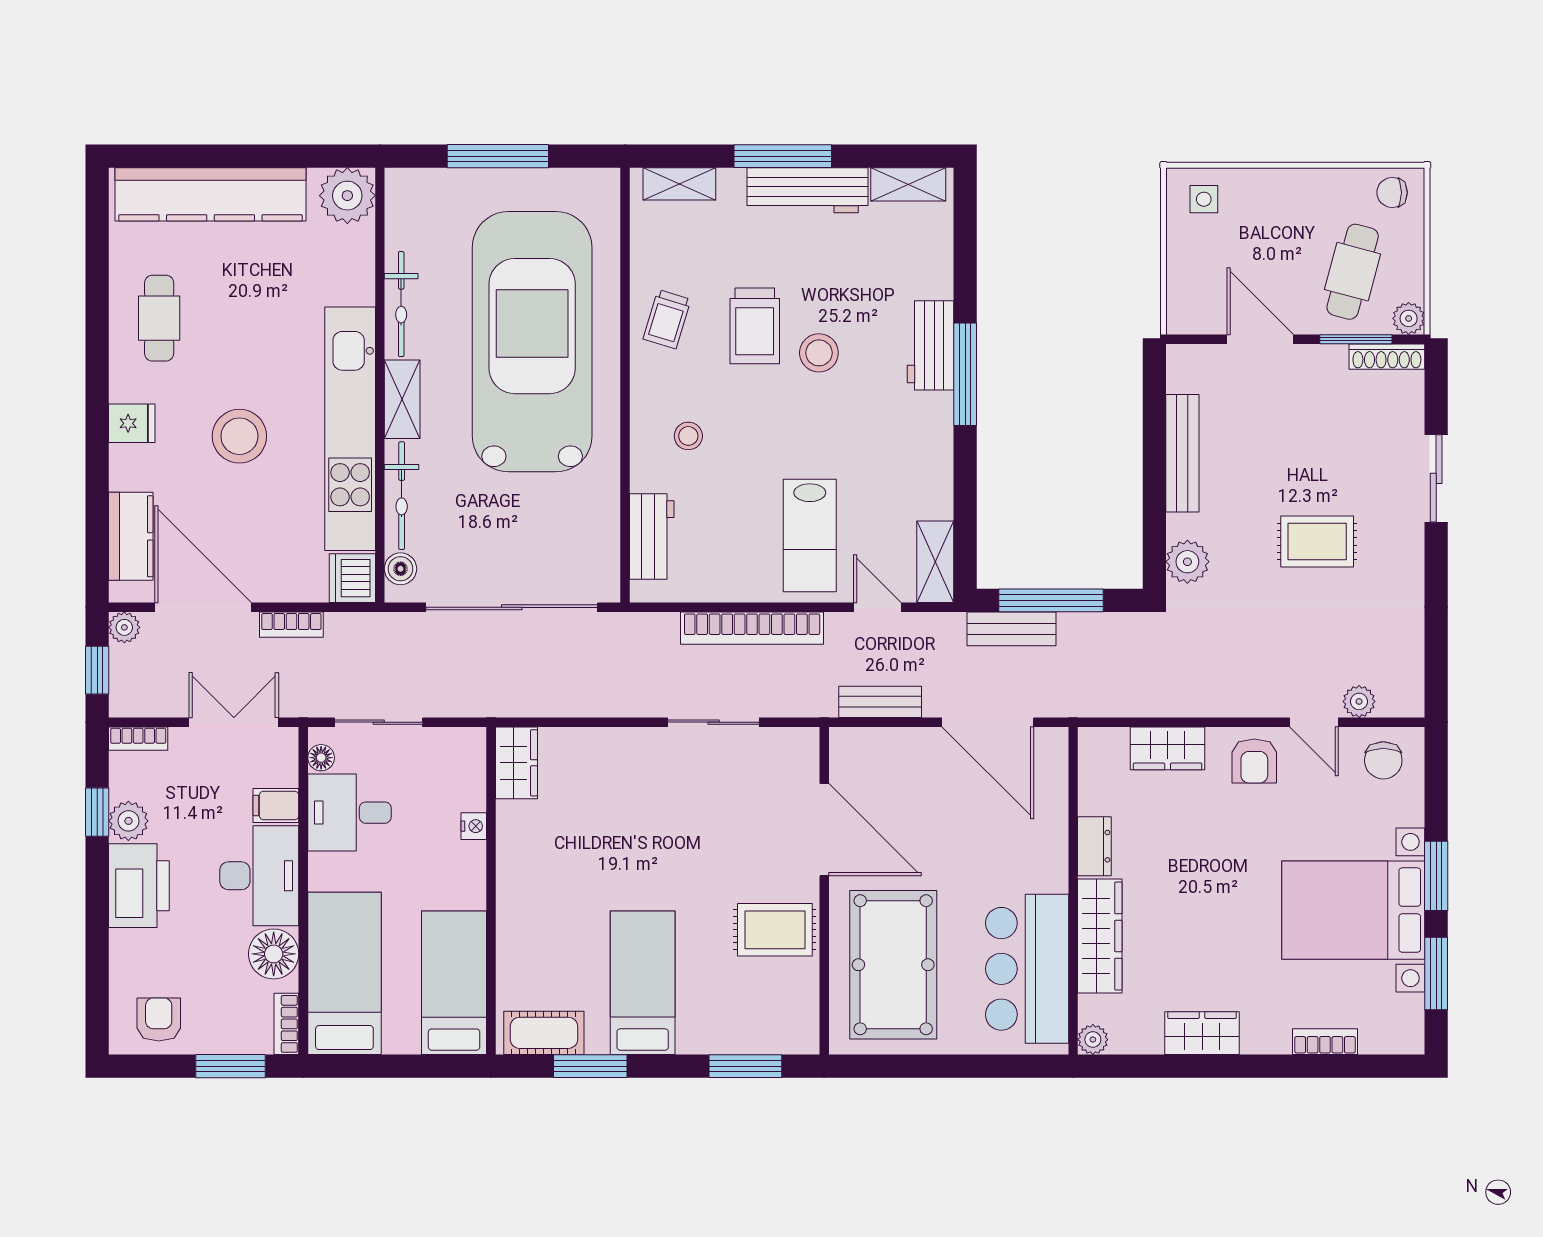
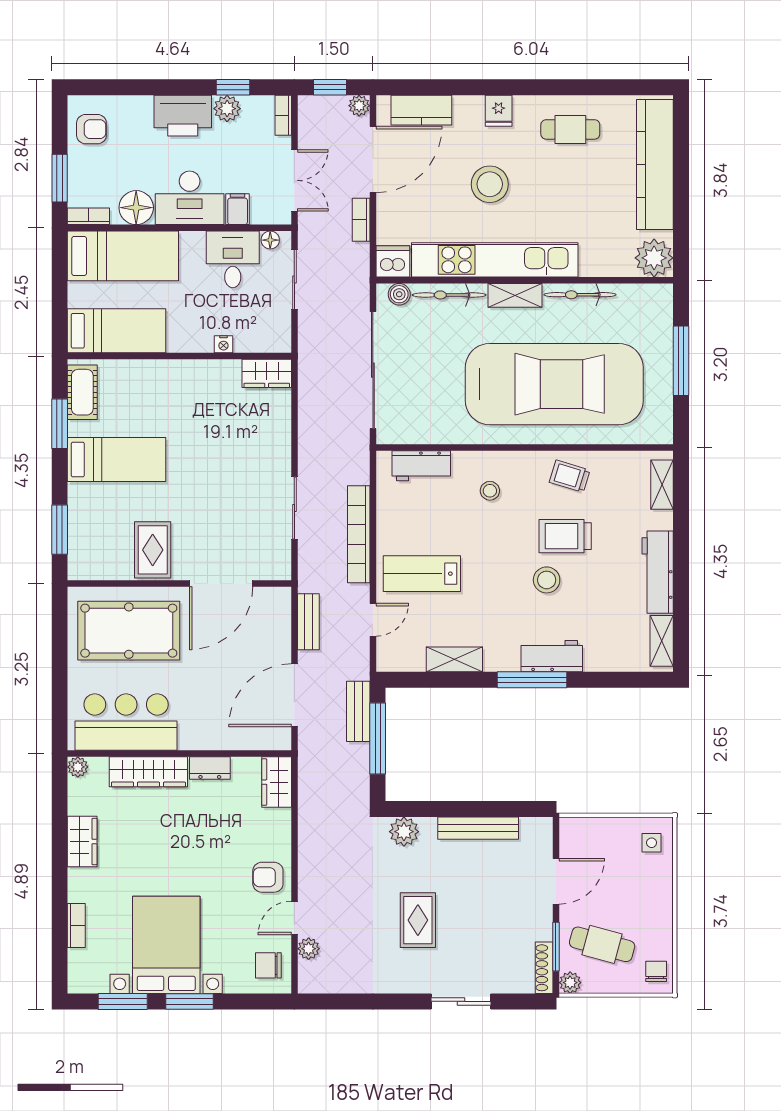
window: (783, 156) -> (681, 555), removed
shelving: (935, 562) -> (454, 659), moved
wardrobe: (1168, 748) -> (277, 782), moved

